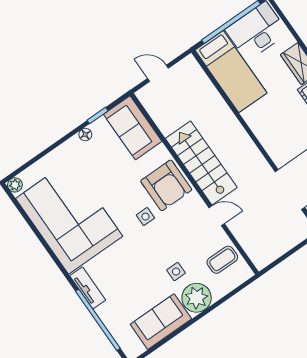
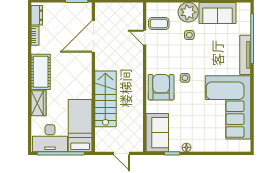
stairs: (201, 163) -> (105, 99), moved, turned 180
plant: (15, 185) -> (246, 147), removed
door: (217, 216) -> (145, 38), moved
tv unit: (88, 288) -> (245, 55), width x1.41

